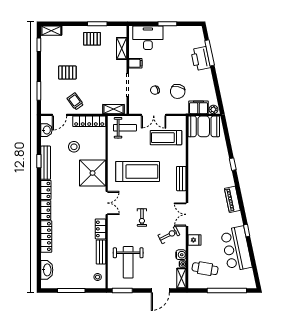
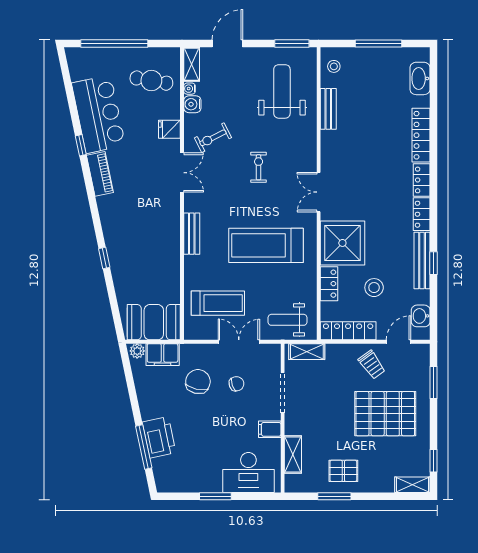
pallet: (67, 73) -> (385, 414), width x2.05, depth x2.00
piano: (232, 199) -> (100, 174), moved
locker: (100, 229) -> (329, 284), moved

